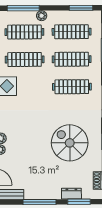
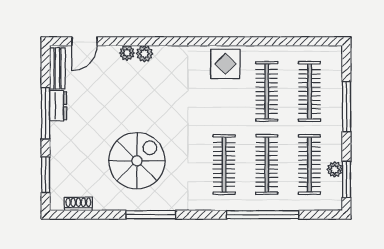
window: (23, 8) -> (346, 107), moved
plant: (42, 16) -> (335, 169), moved
dresser: (71, 194) -> (58, 106), moved

